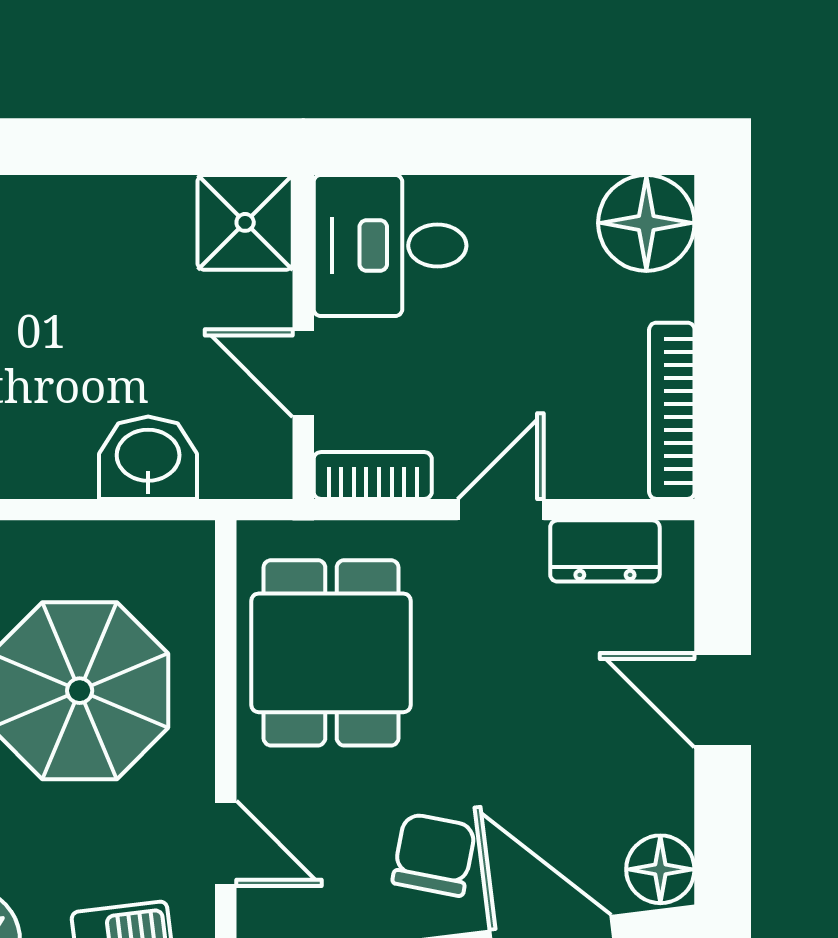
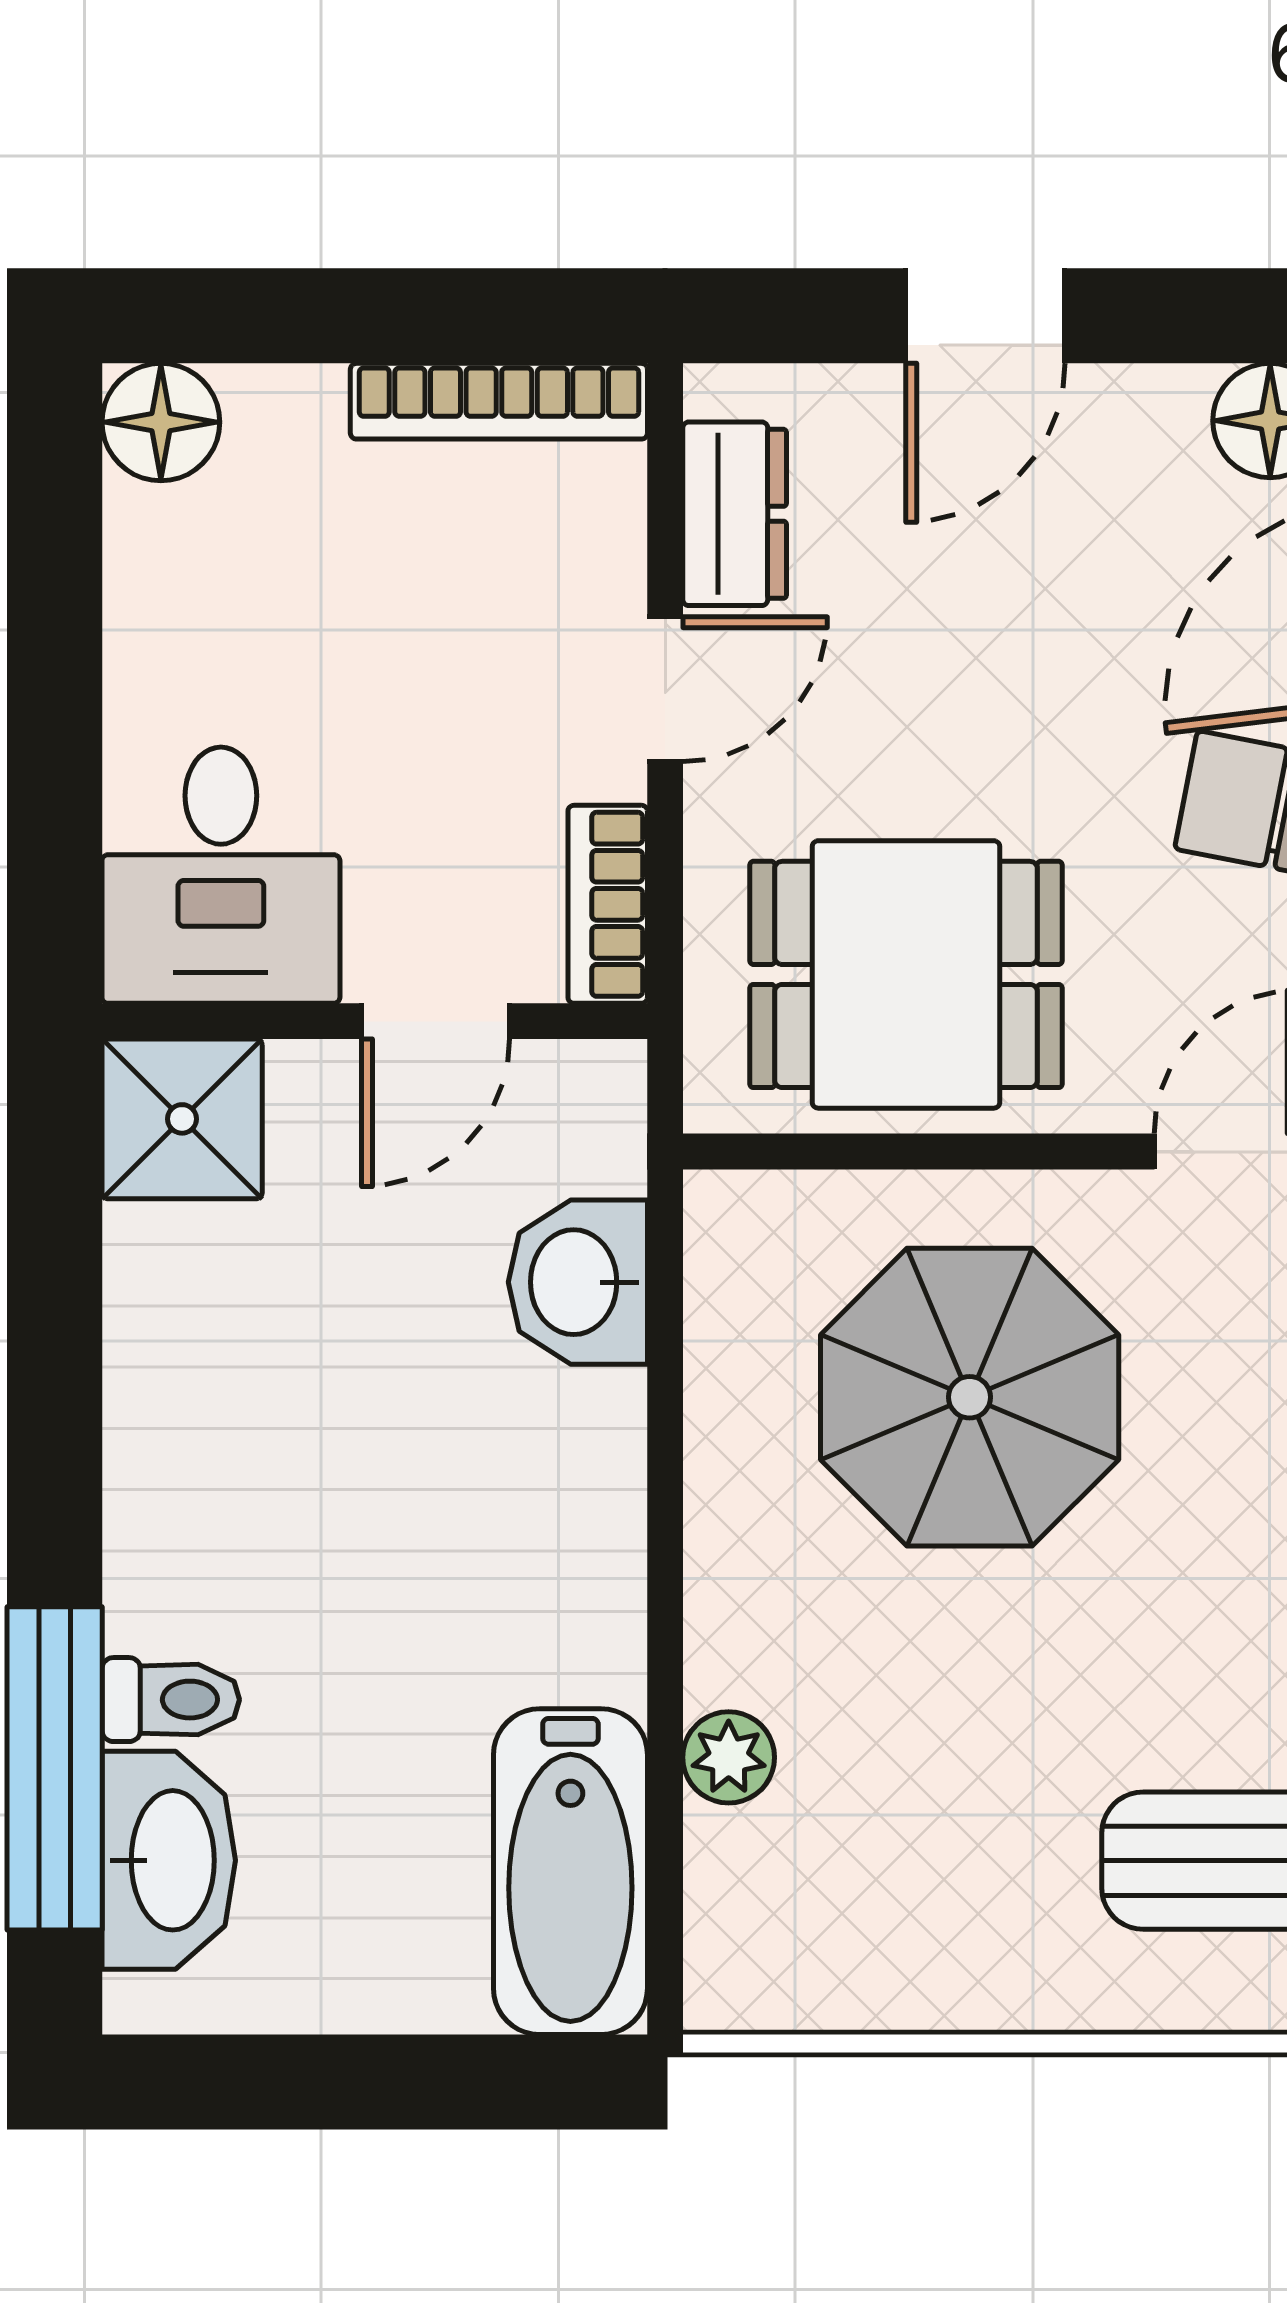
floor lamp: (646, 223) -> (161, 422), width x0.73, depth x0.73
door: (501, 510) -> (665, 689), swing flipped

